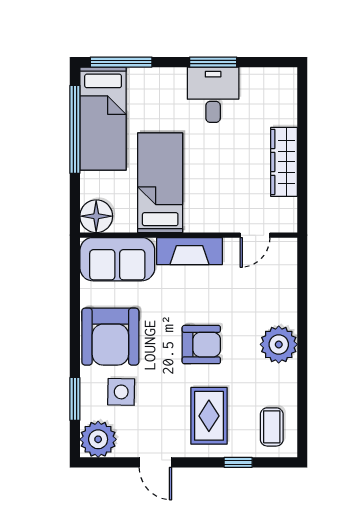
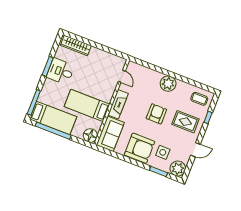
wardrobe: (284, 162) -> (76, 45), moved

